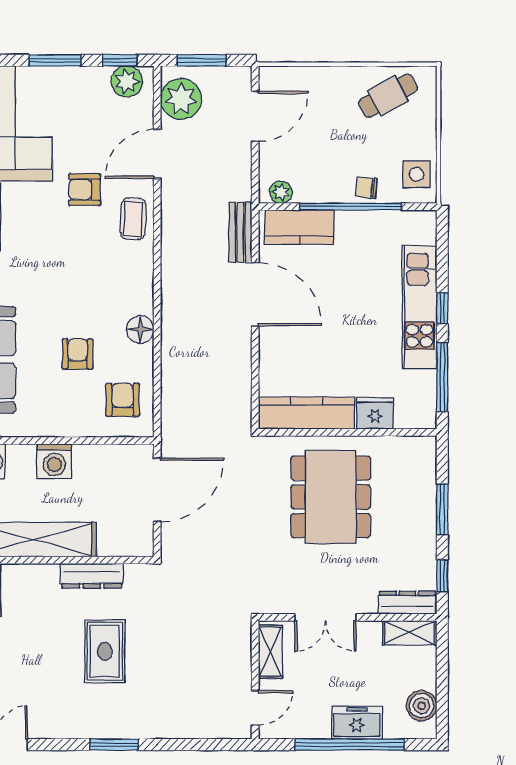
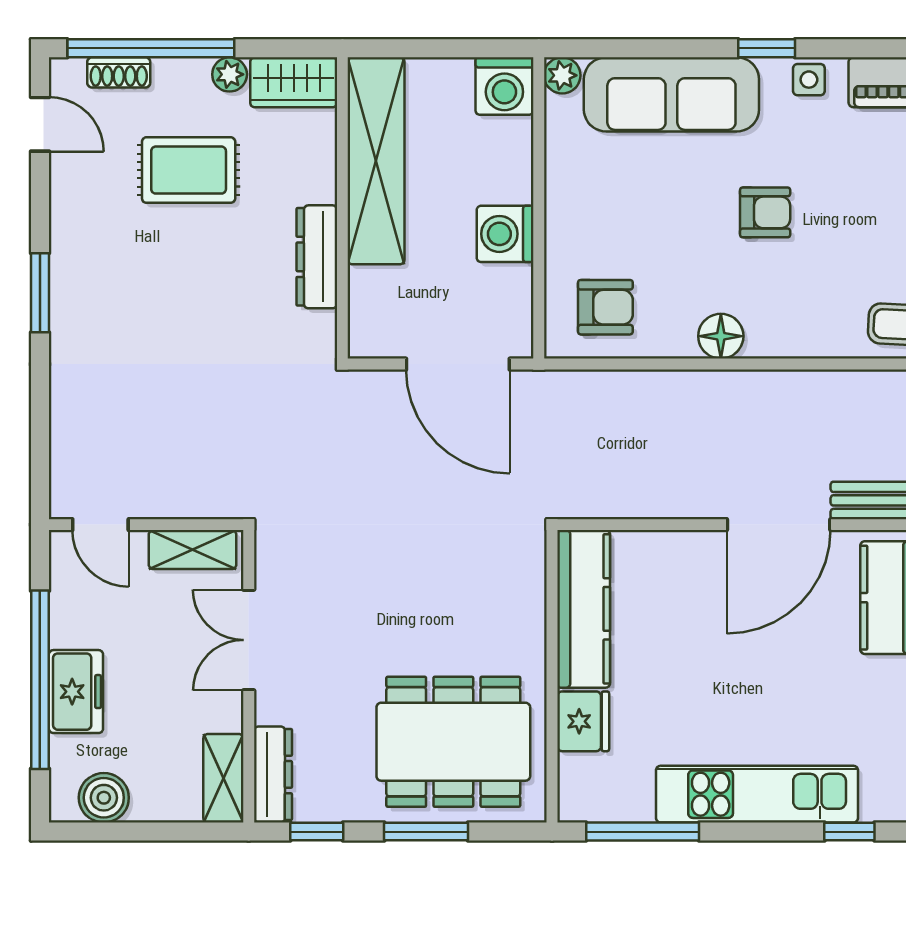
window: (442, 308) -> (849, 832), moved
armchair: (78, 354) -> (765, 212), moved
washing machine: (54, 461) -> (505, 234), moved
dining table: (331, 497) -> (453, 742), moved
rug: (105, 651) -> (189, 170), moved

